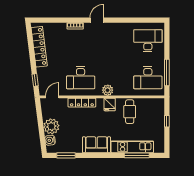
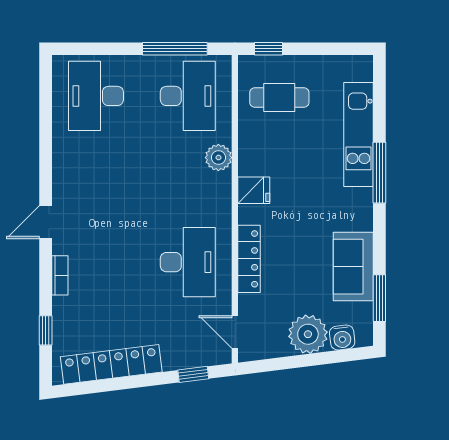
window: (53, 20) -> (46, 330), added
door: (97, 20) -> (46, 222), hinge flipped
plant: (108, 90) -> (218, 158), moved
cafe table: (130, 112) -> (279, 98), moved
window: (167, 121) -> (269, 49), moved
sofa: (96, 145) -> (353, 267), moved
window: (137, 155) -> (379, 173), moved

